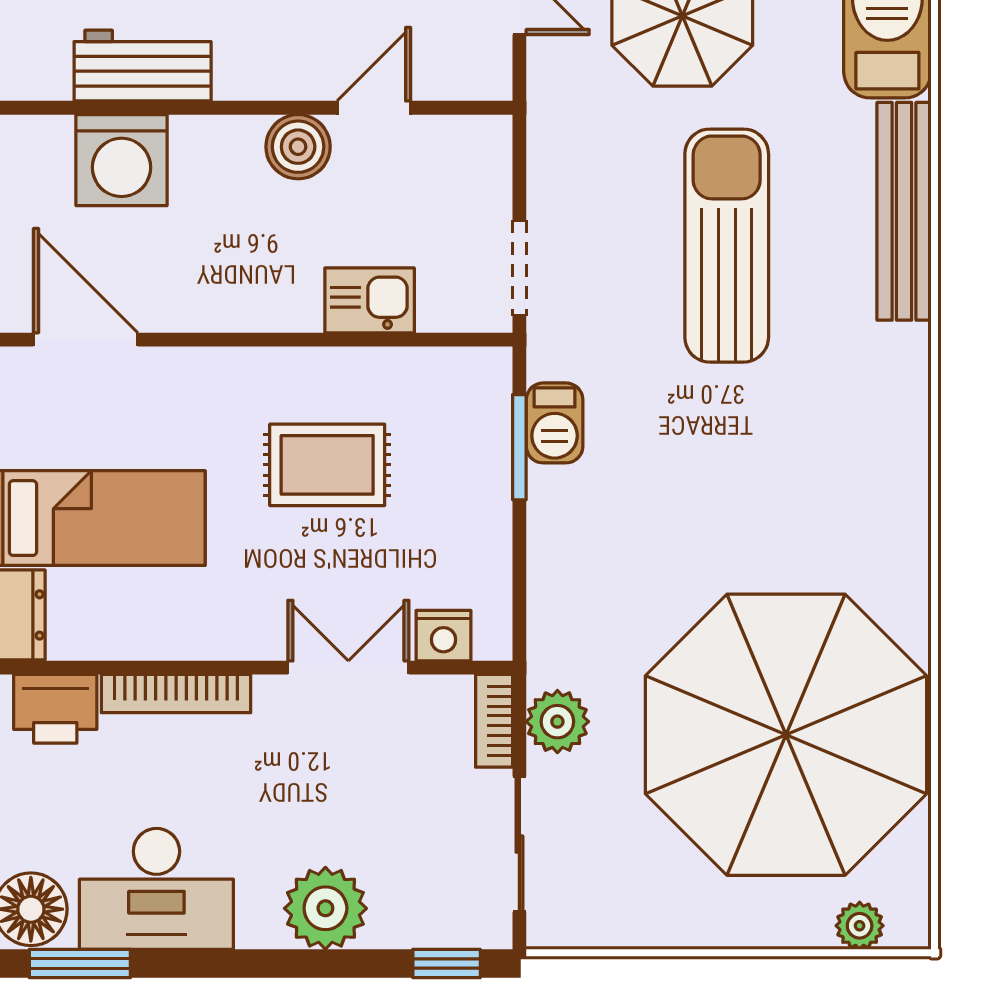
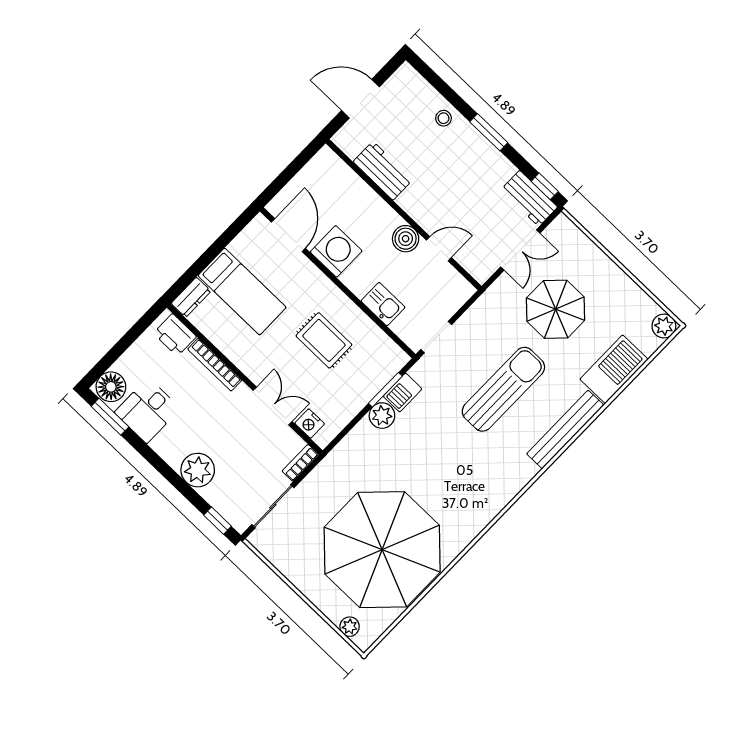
washing machine: (121, 160) -> (336, 251), moved, turned 180
plant: (557, 722) -> (382, 416), moved
desk: (156, 889) -> (147, 411), width x0.73

